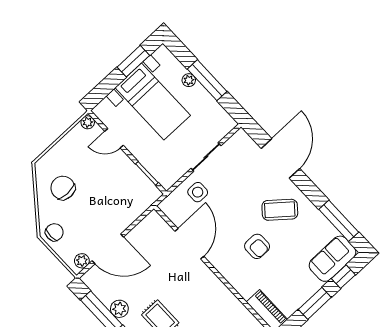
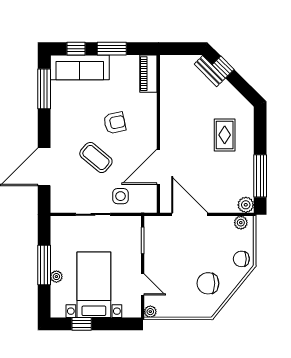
window: (133, 61) -> (82, 324), width x0.67
chair: (63, 188) -> (208, 283), turned 90
coffee table: (280, 210) -> (96, 158), moved
armchair: (257, 246) -> (115, 123), turned 78
door: (108, 249) -> (190, 214), moved
sofa: (333, 259) -> (80, 67), width x1.36
plant: (119, 309) -> (246, 205), moved

